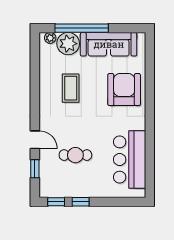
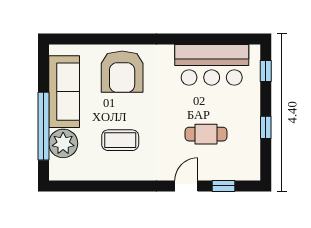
plant: (50, 38) -> (56, 166), removed
armchair: (124, 90) -> (122, 72), turned -90
cafe table: (75, 155) -> (206, 134), turned 90
window: (56, 202) -> (266, 71), moved

